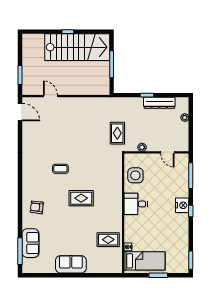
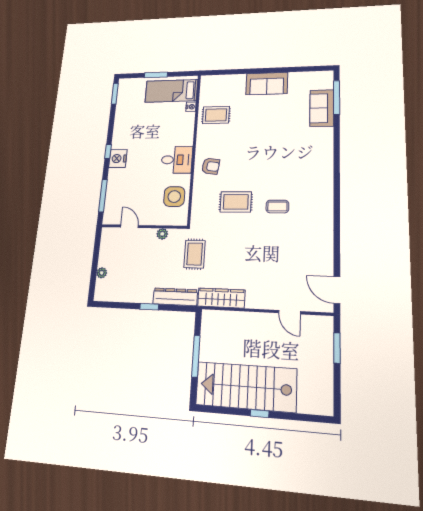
wardrobe: (97, 103) -> (221, 298), added
dresser: (159, 103) -> (175, 297), moved
rug: (81, 198) -> (236, 202), moved
armchair: (37, 207) -> (211, 166), moved

